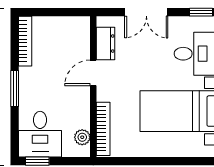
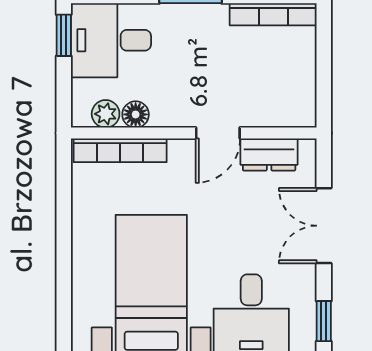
door: (93, 73) -> (218, 133), swing flipped
floor lamp: (83, 120) -> (136, 114), added

